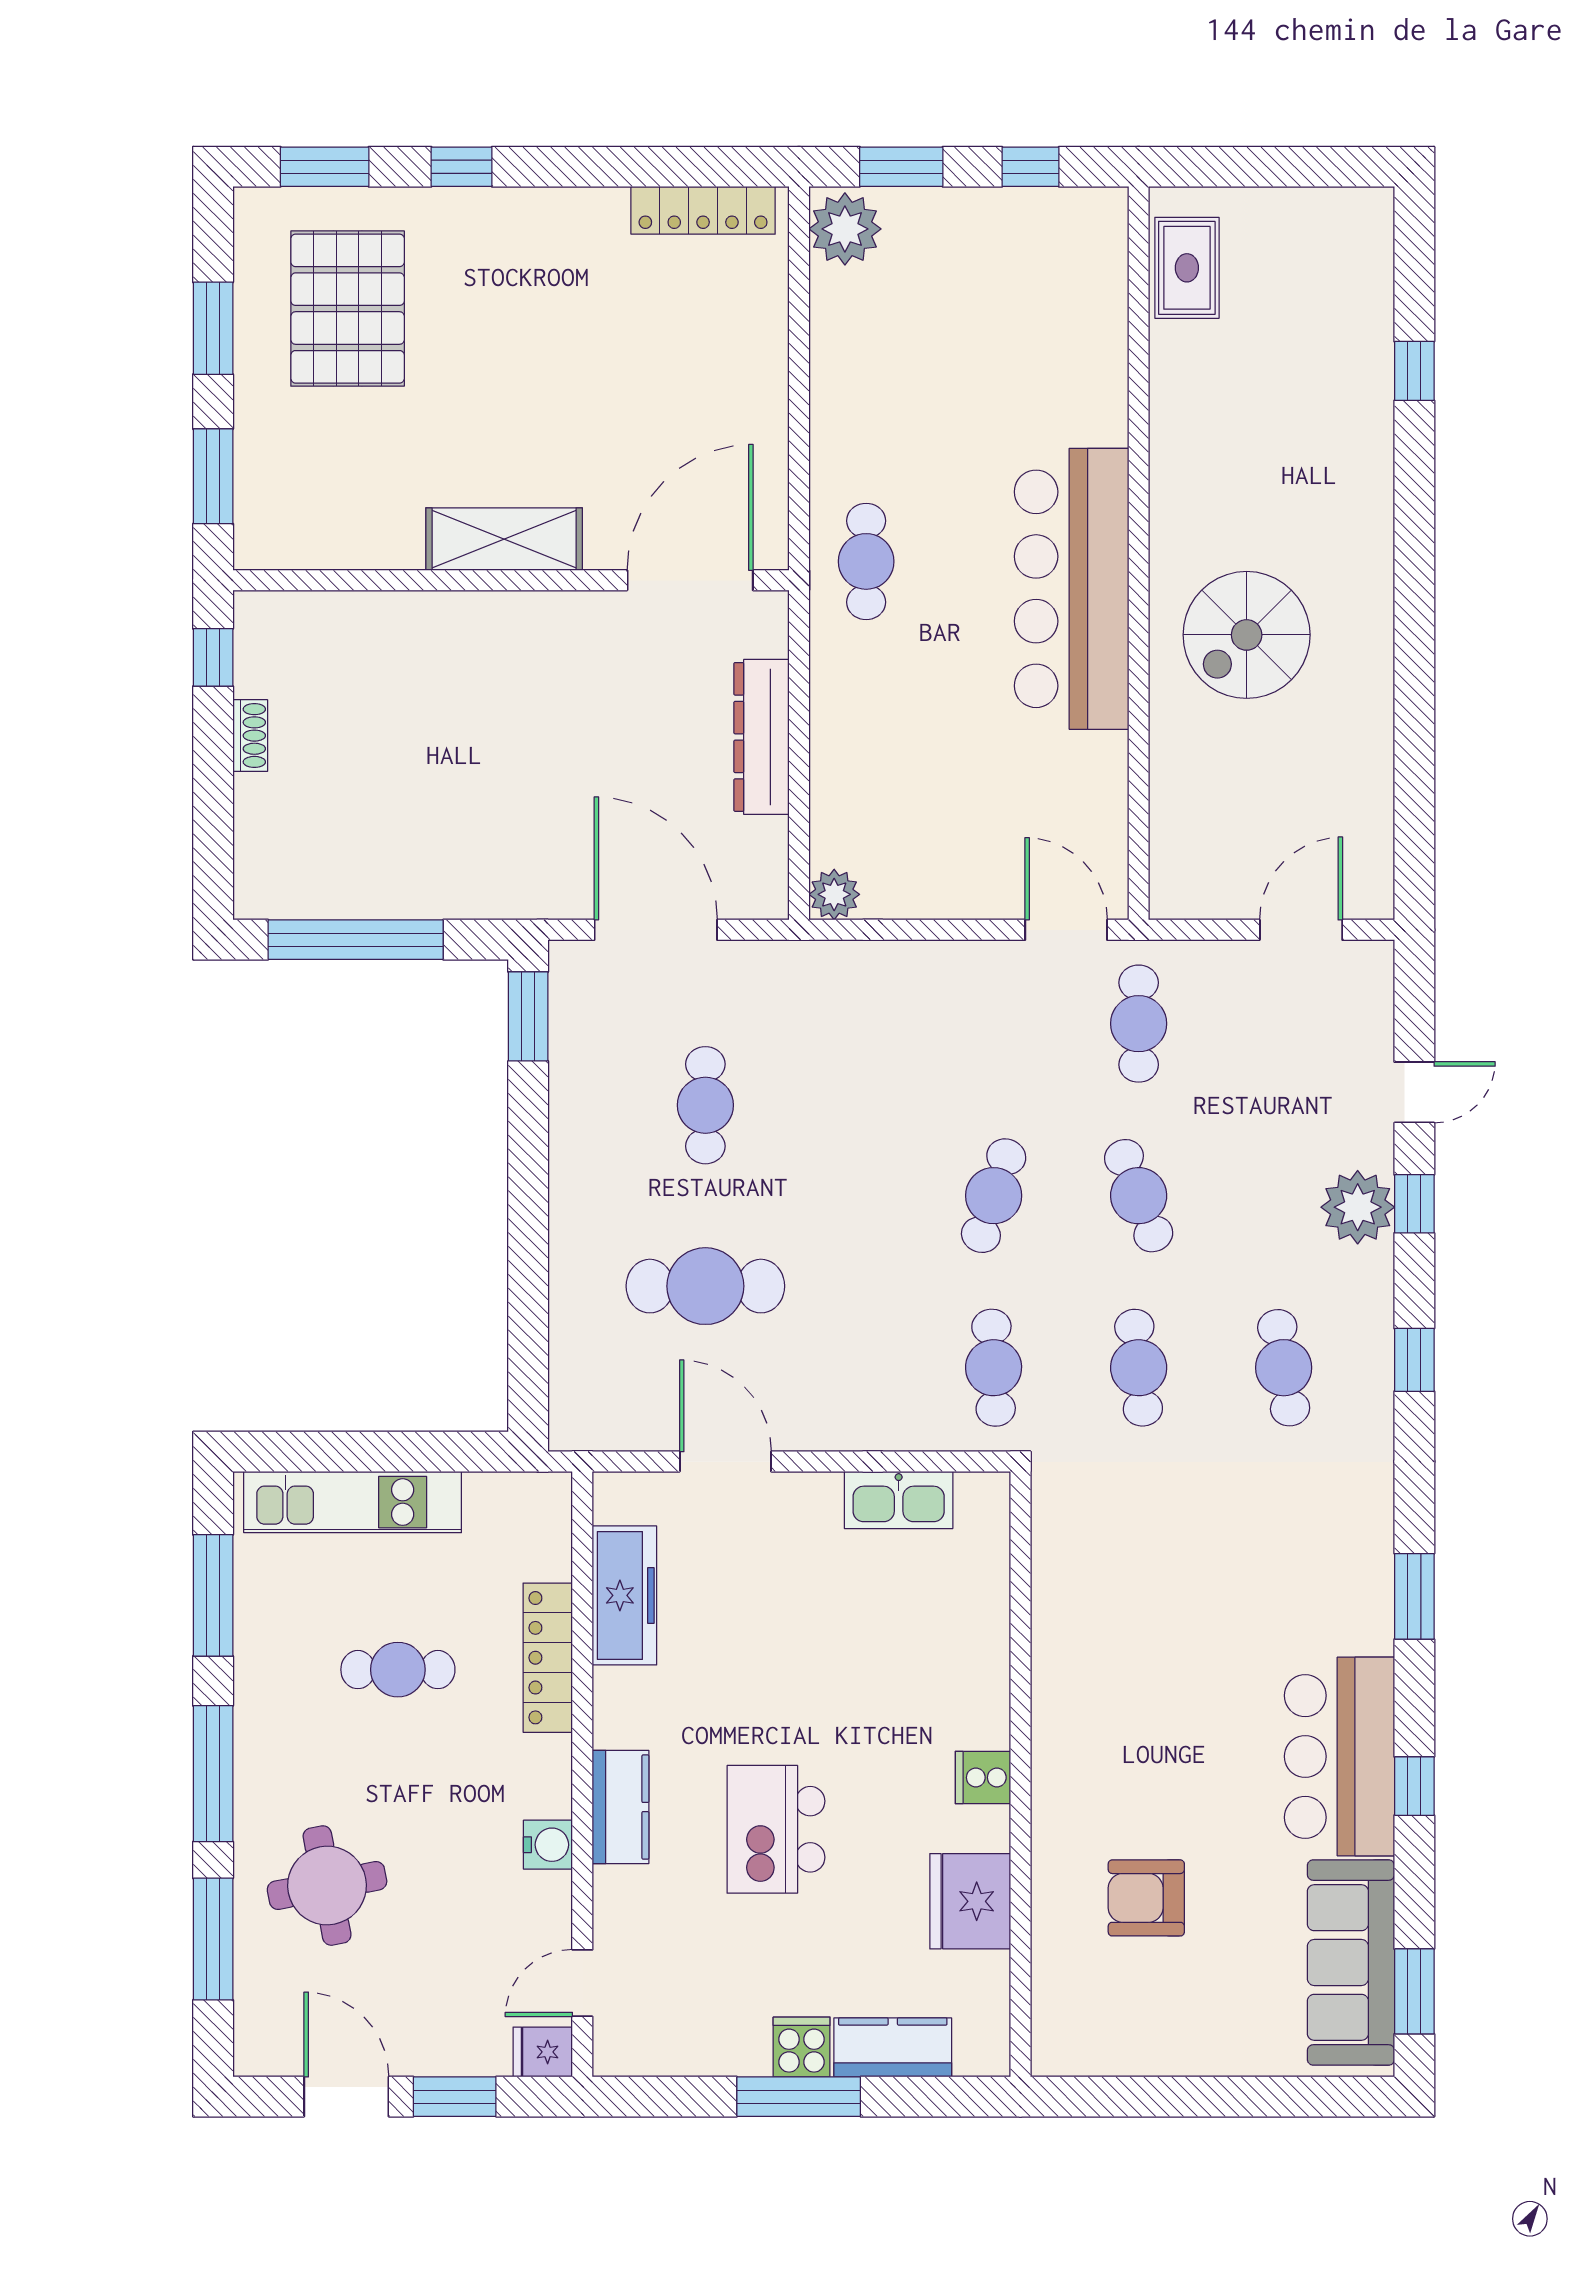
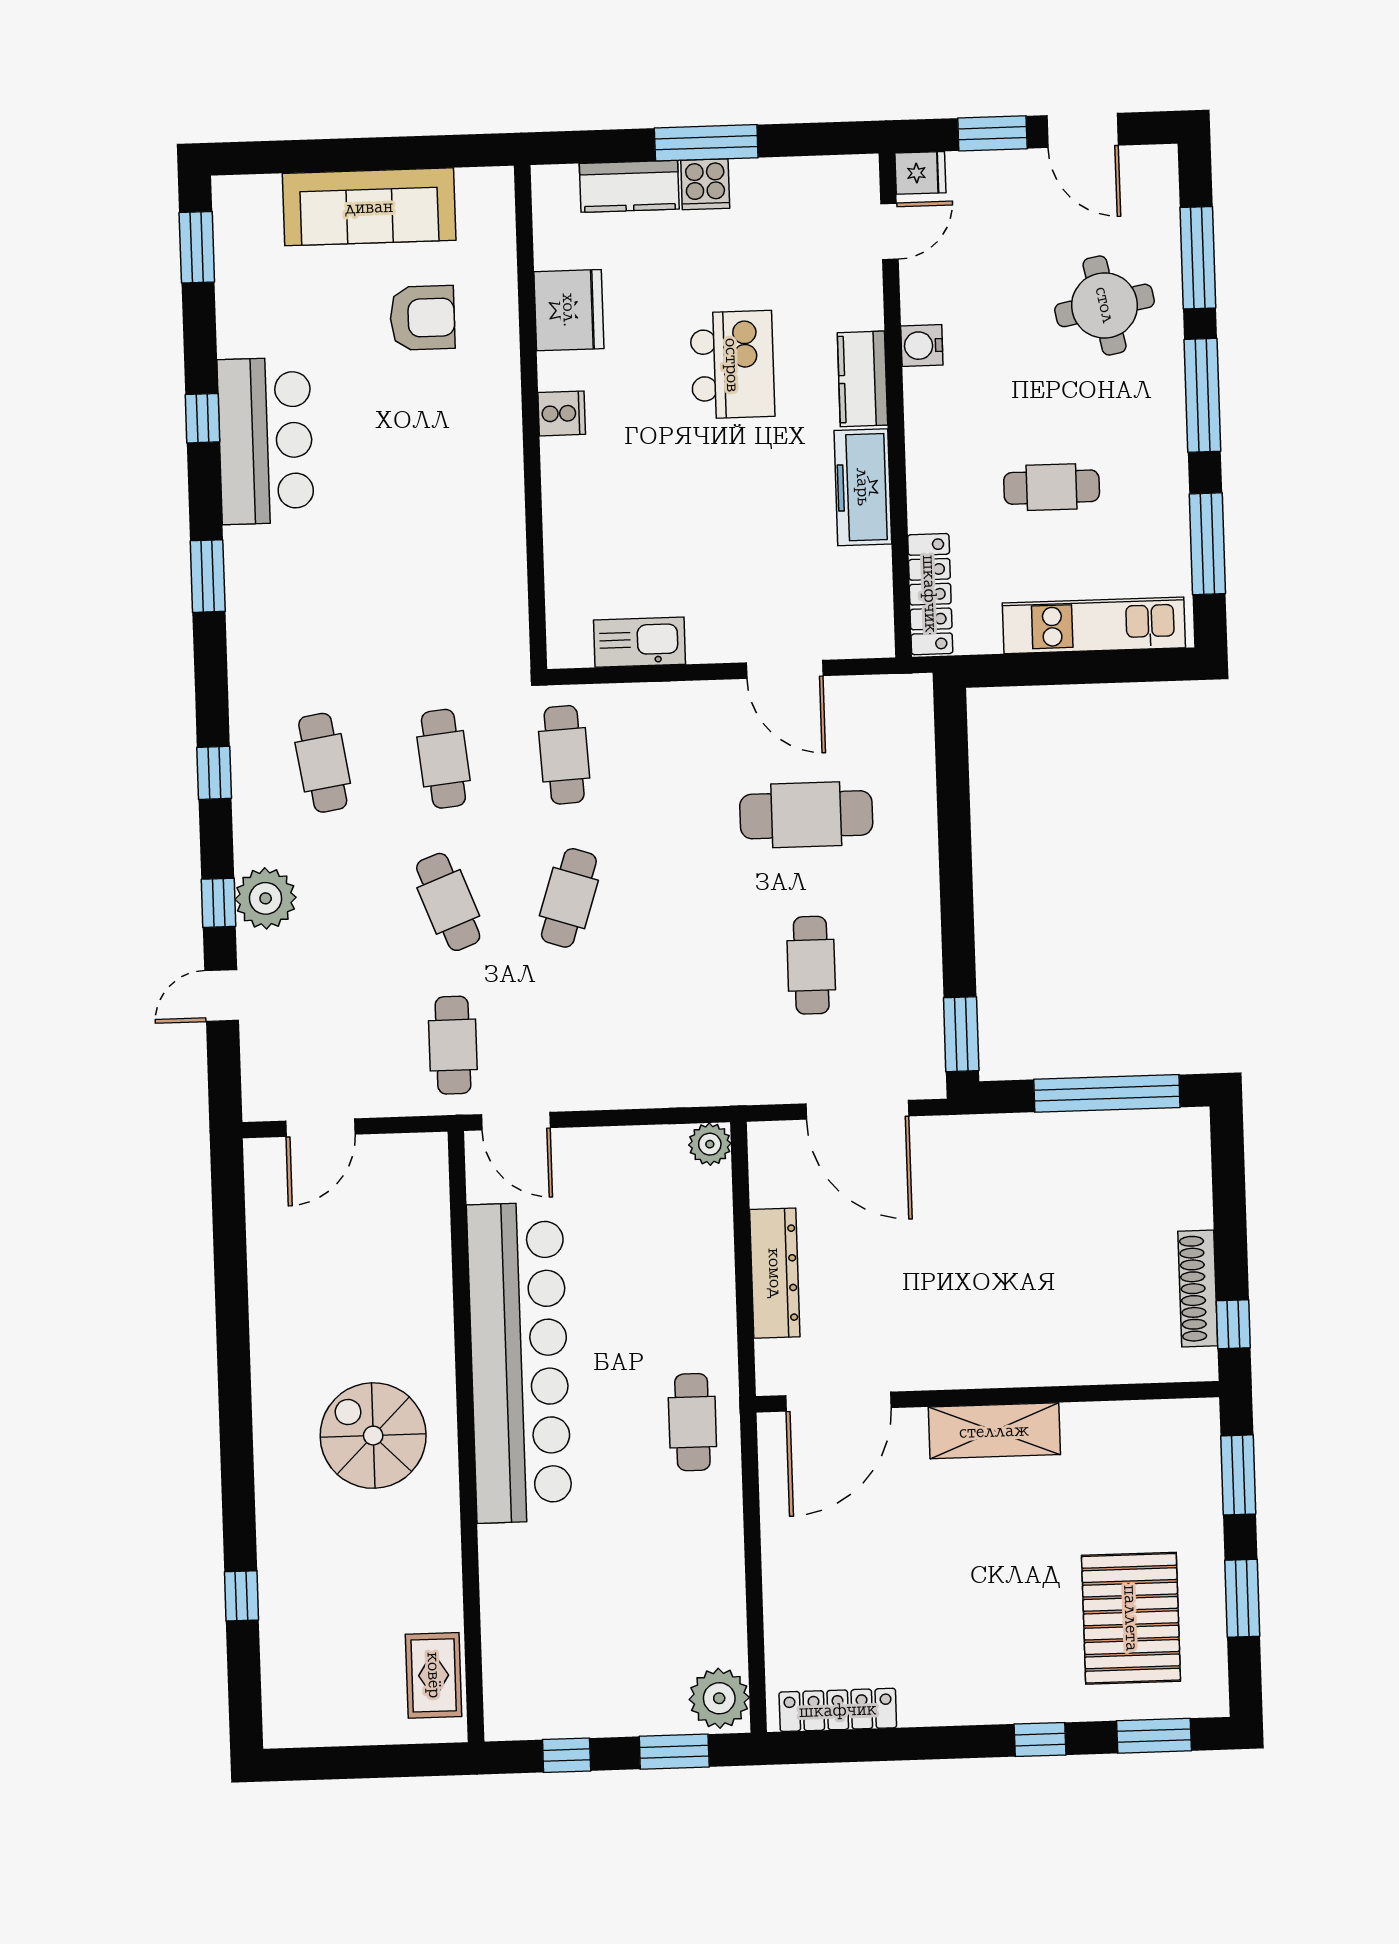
bar counter: (1072, 589) -> (519, 1363), width x1.36
spiral stairs: (1247, 635) -> (373, 1436), moved, turned -90
shoe rack: (250, 736) -> (1198, 1289), width x1.94, depth x1.24
freezer: (624, 1595) -> (863, 487), moved
locker: (548, 1658) -> (930, 594), moved
sofa: (1351, 1962) -> (369, 207), moved, turned 90

